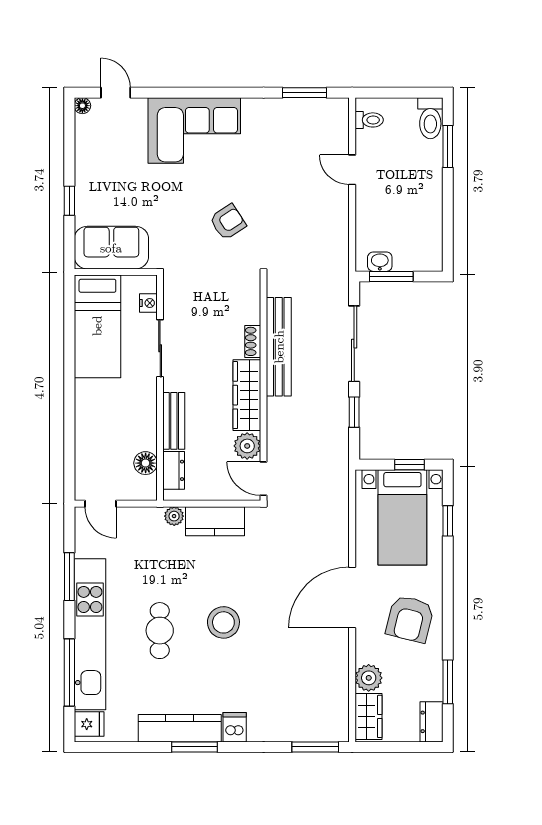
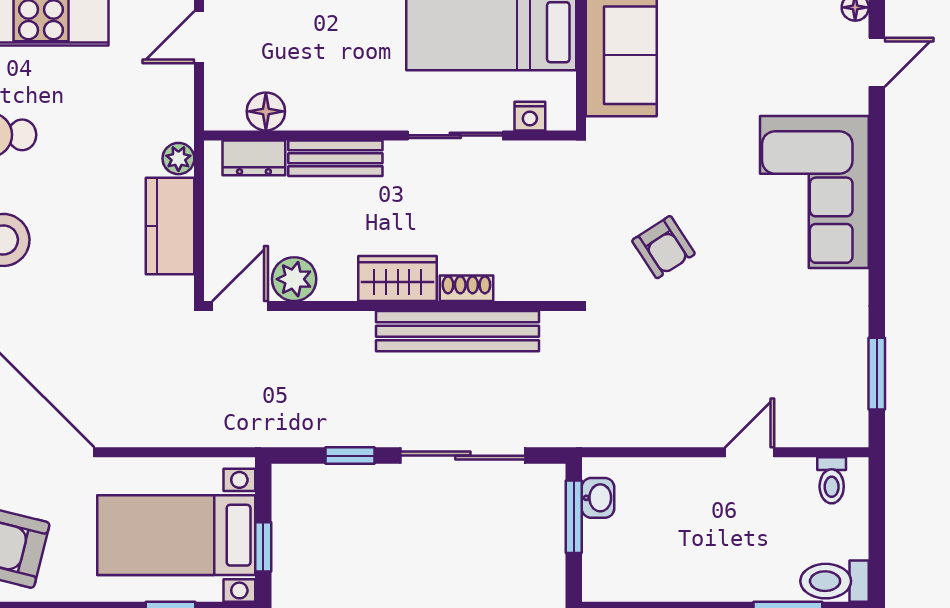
wardrobe: (247, 395) -> (398, 279), width x0.67

